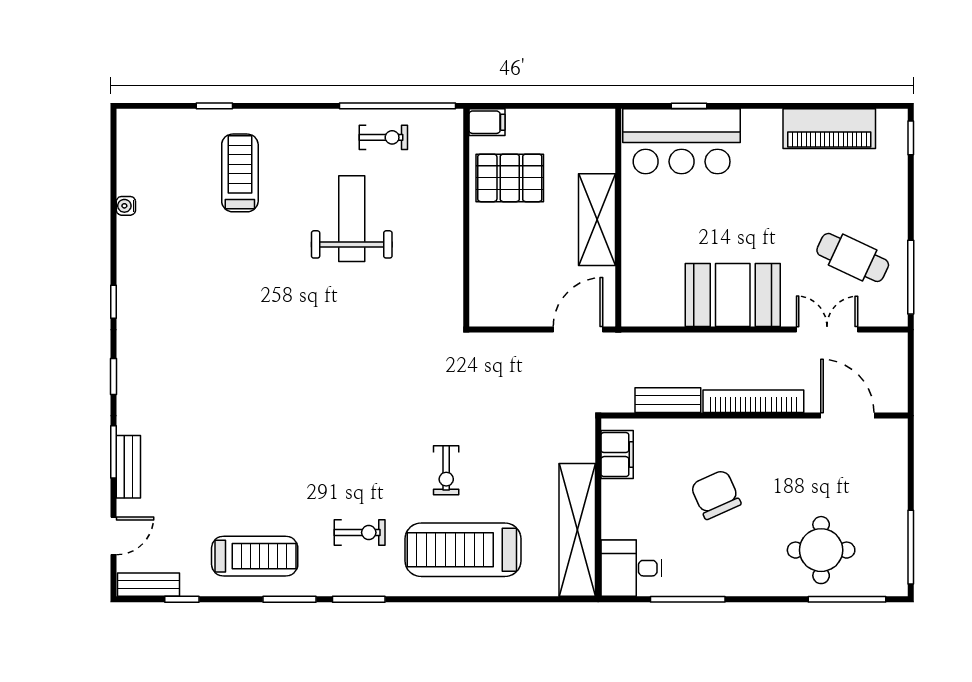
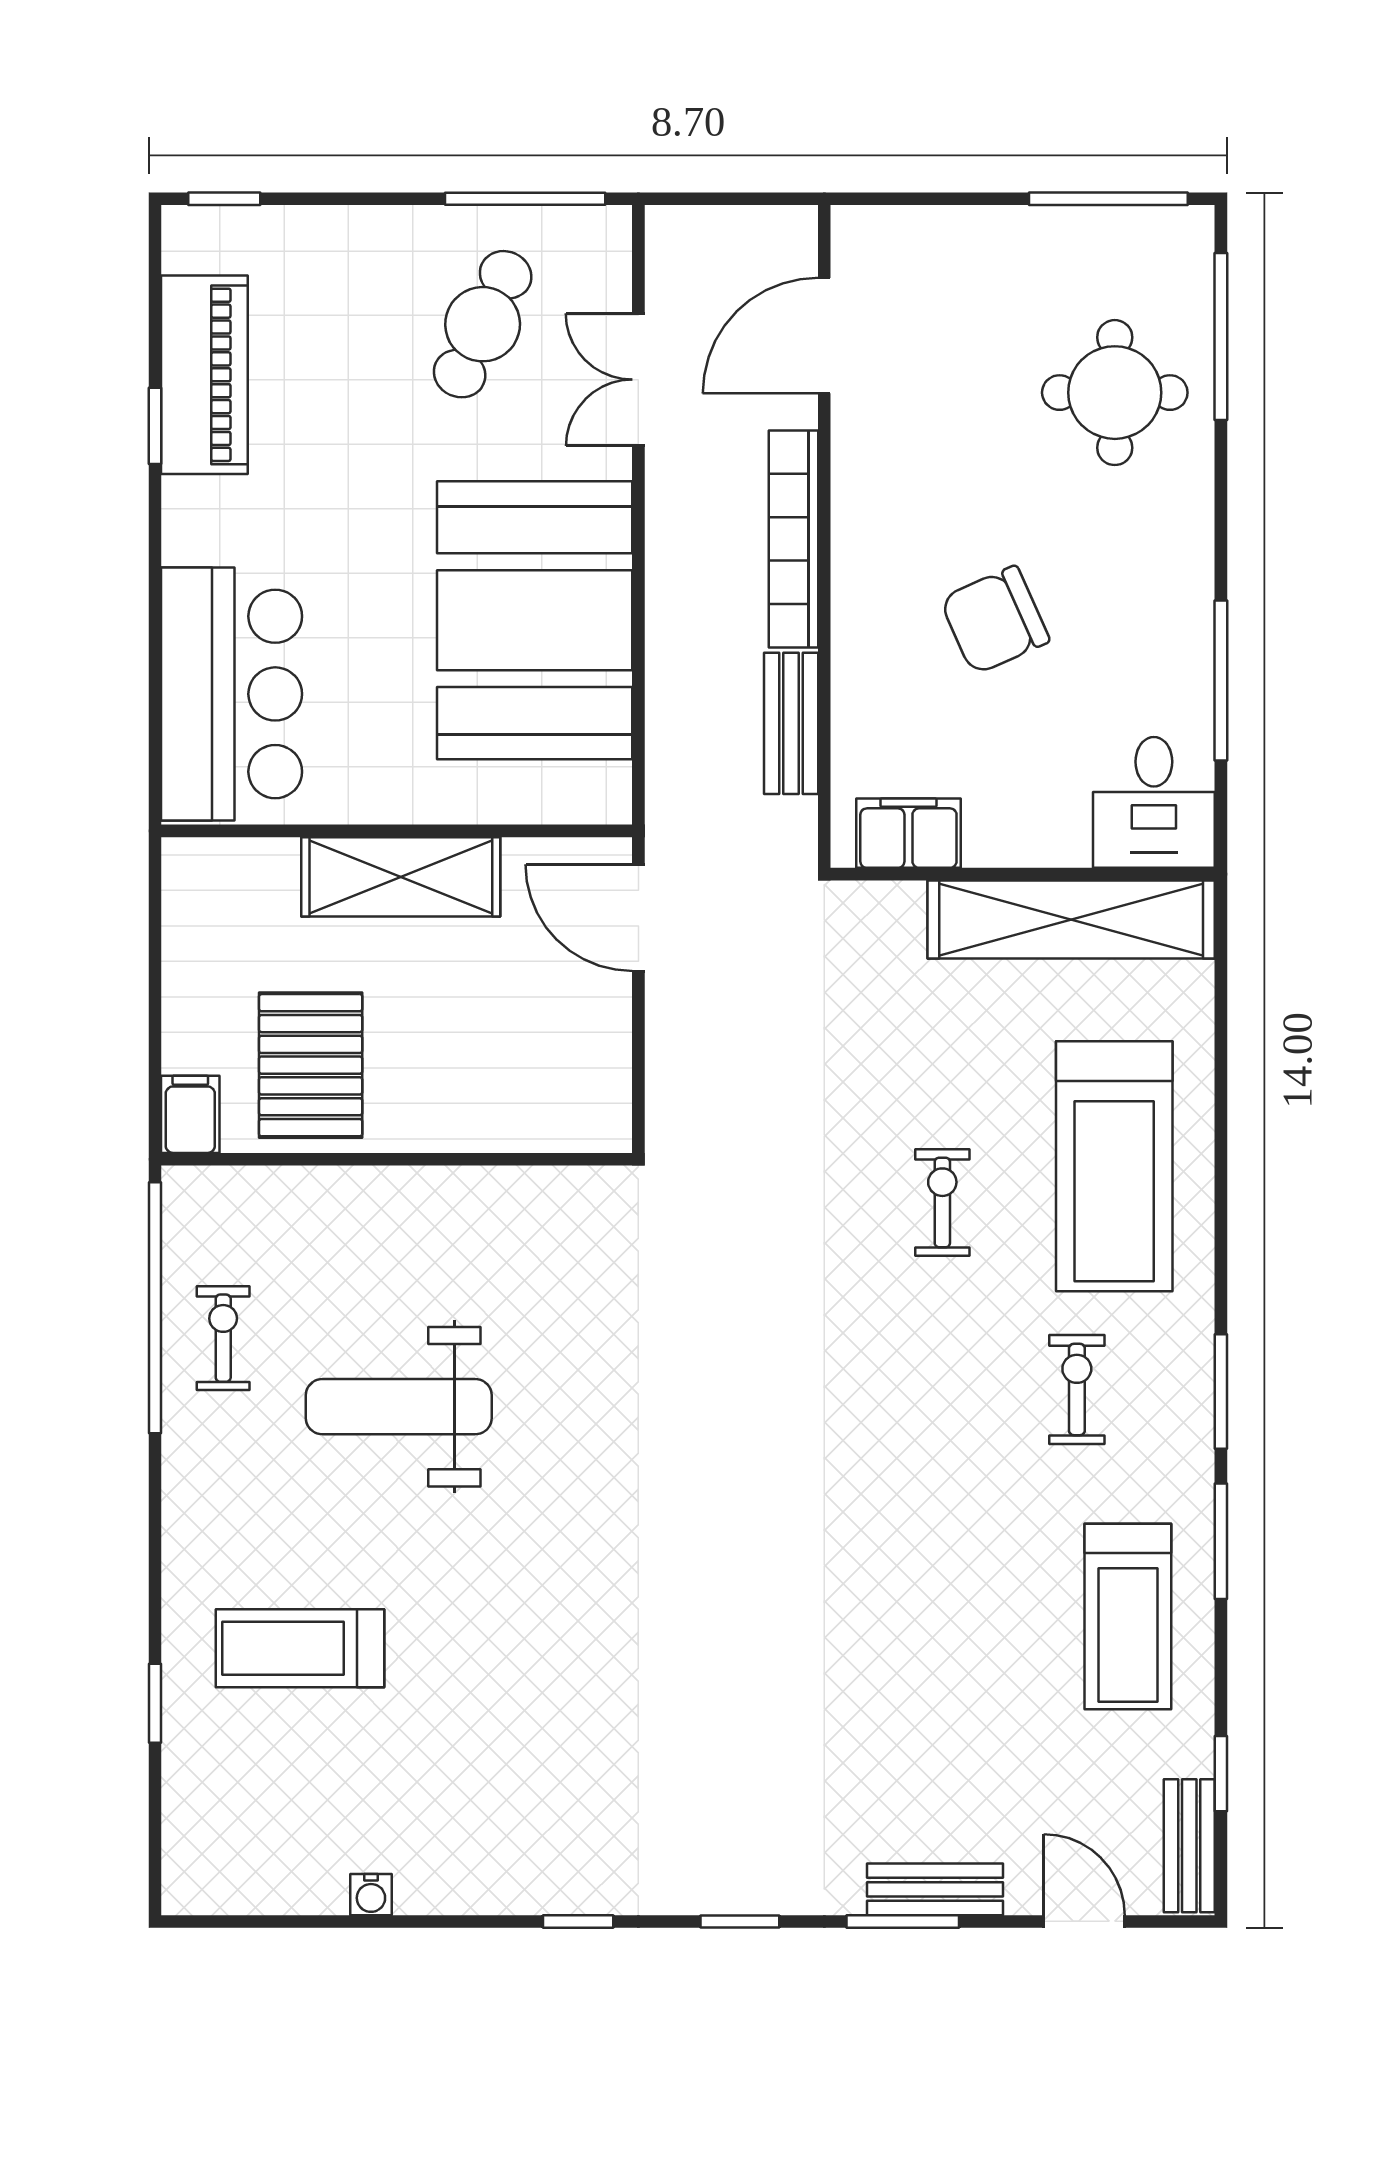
window: (689, 106) -> (155, 426), moved
booth: (733, 295) -> (535, 620), width x1.36, depth x1.42
exercise bike: (446, 470) -> (942, 1202), turned -90
treadmill: (255, 556) -> (1128, 1616), turned 180

